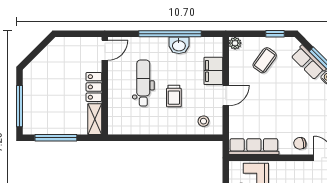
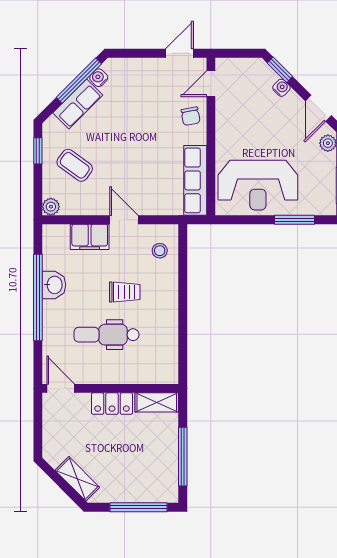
shelving: (40, 62) -> (77, 479), added

